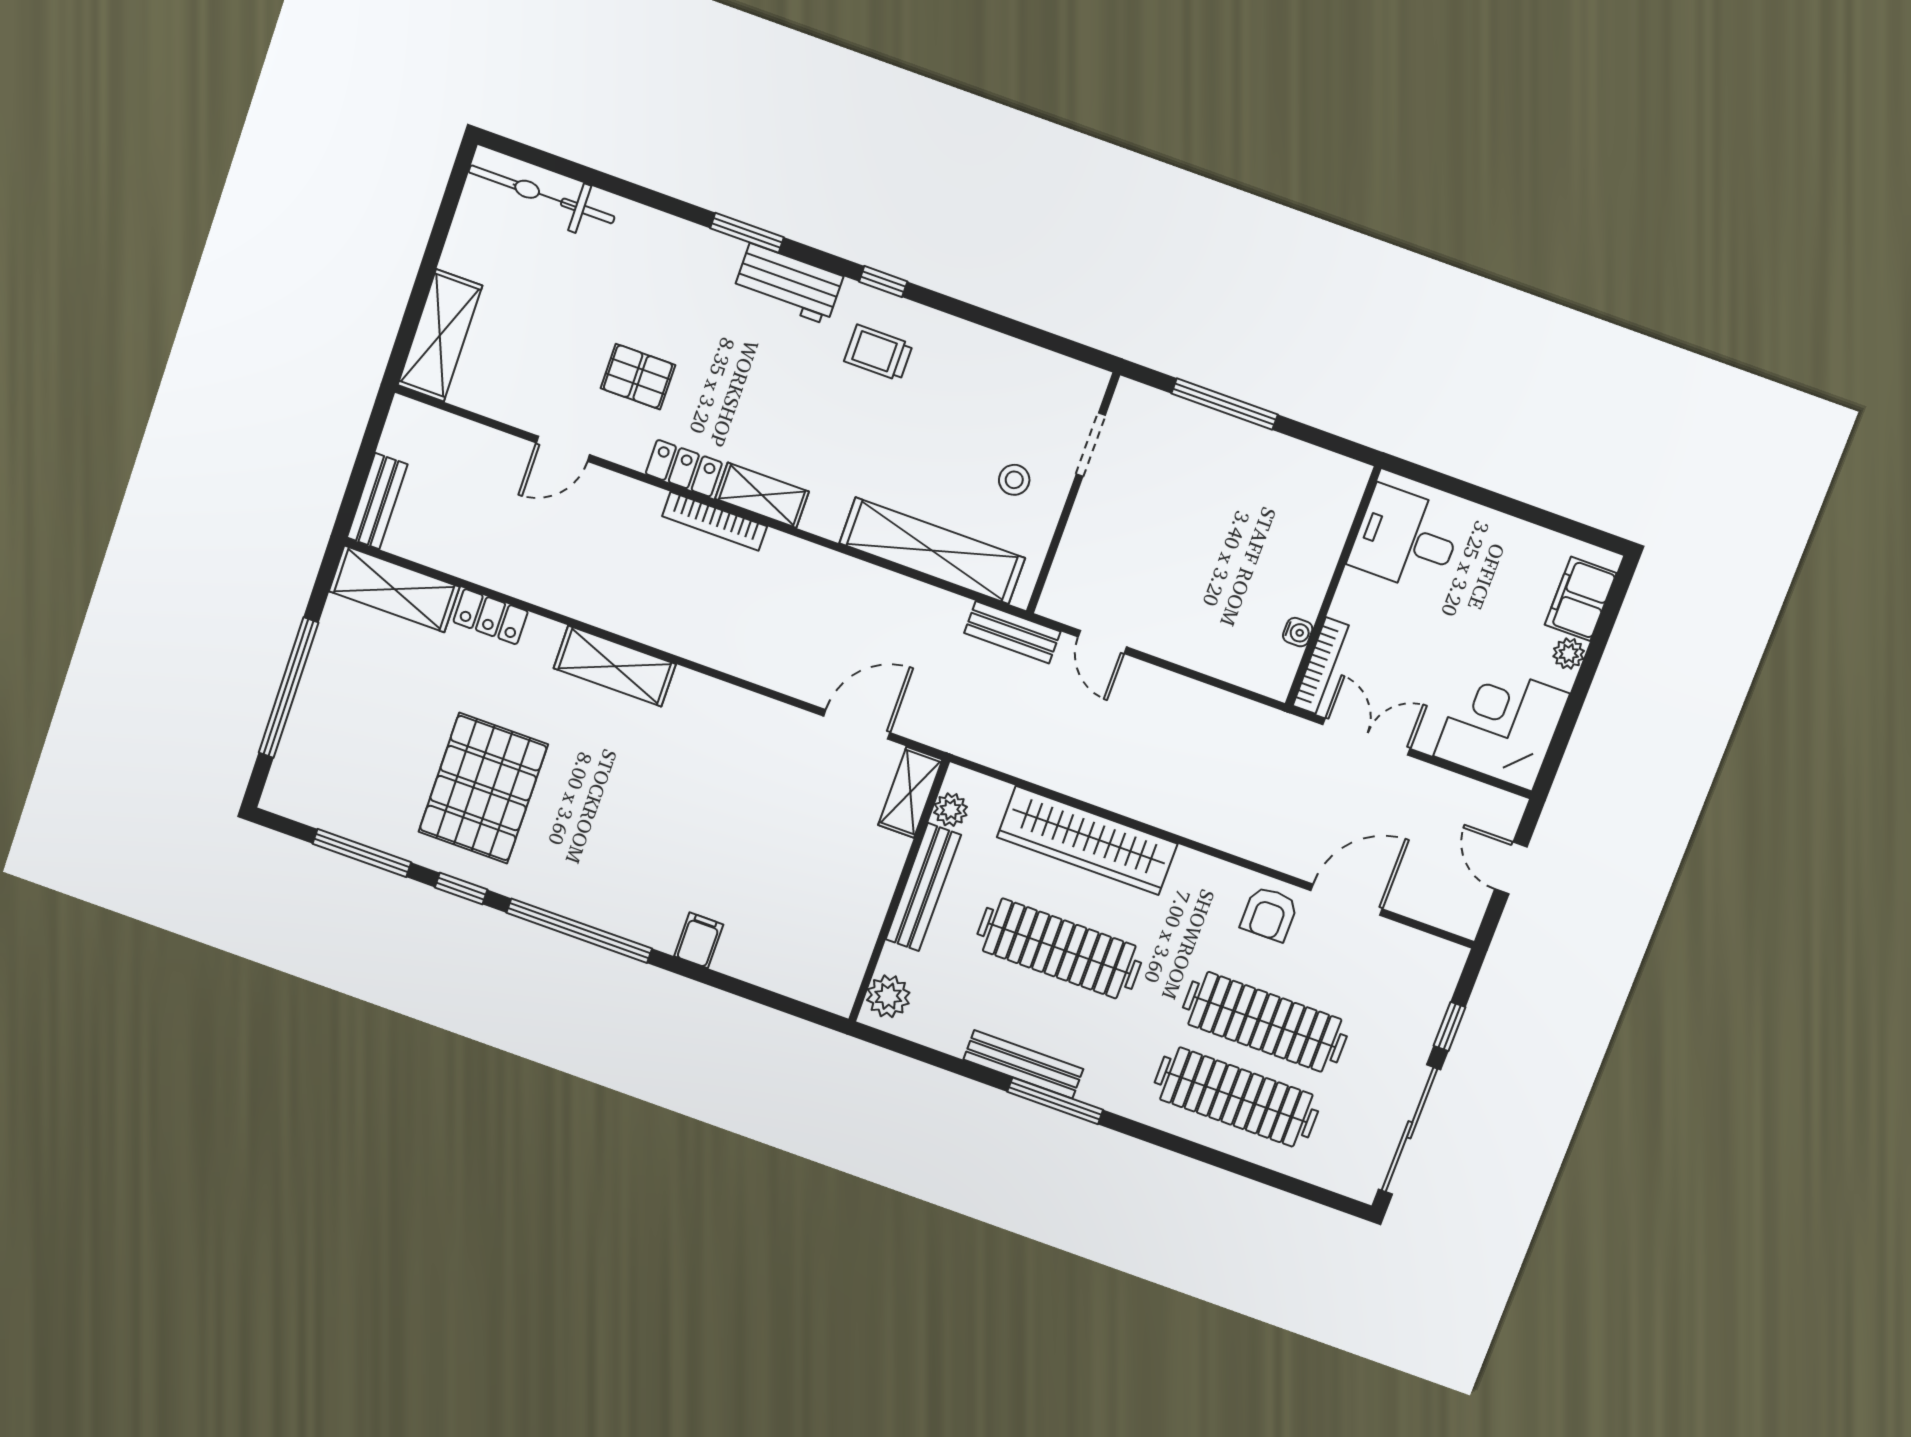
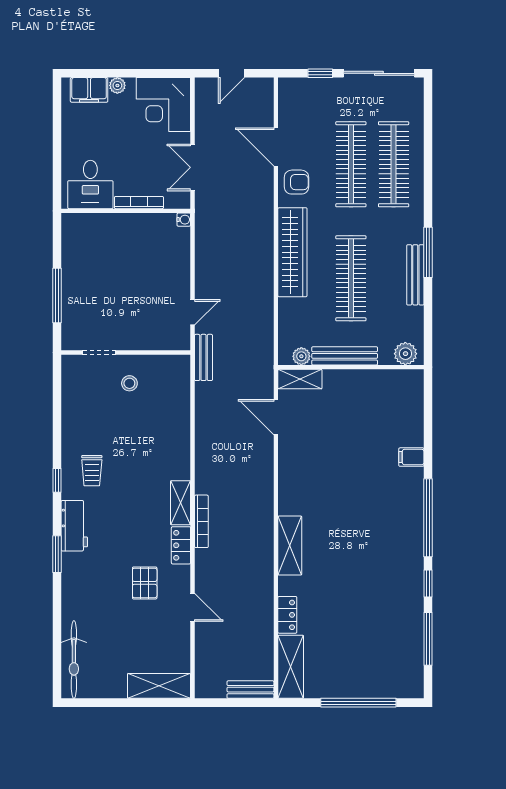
shelving: (932, 551) -> (178, 411), removed
water cooler: (1298, 632) -> (184, 220), moved, turned 90
bookcase: (1321, 666) -> (139, 203), moved
pallet: (483, 788) -> (374, 590), removed
wardrobe: (1087, 840) -> (292, 252), moved

